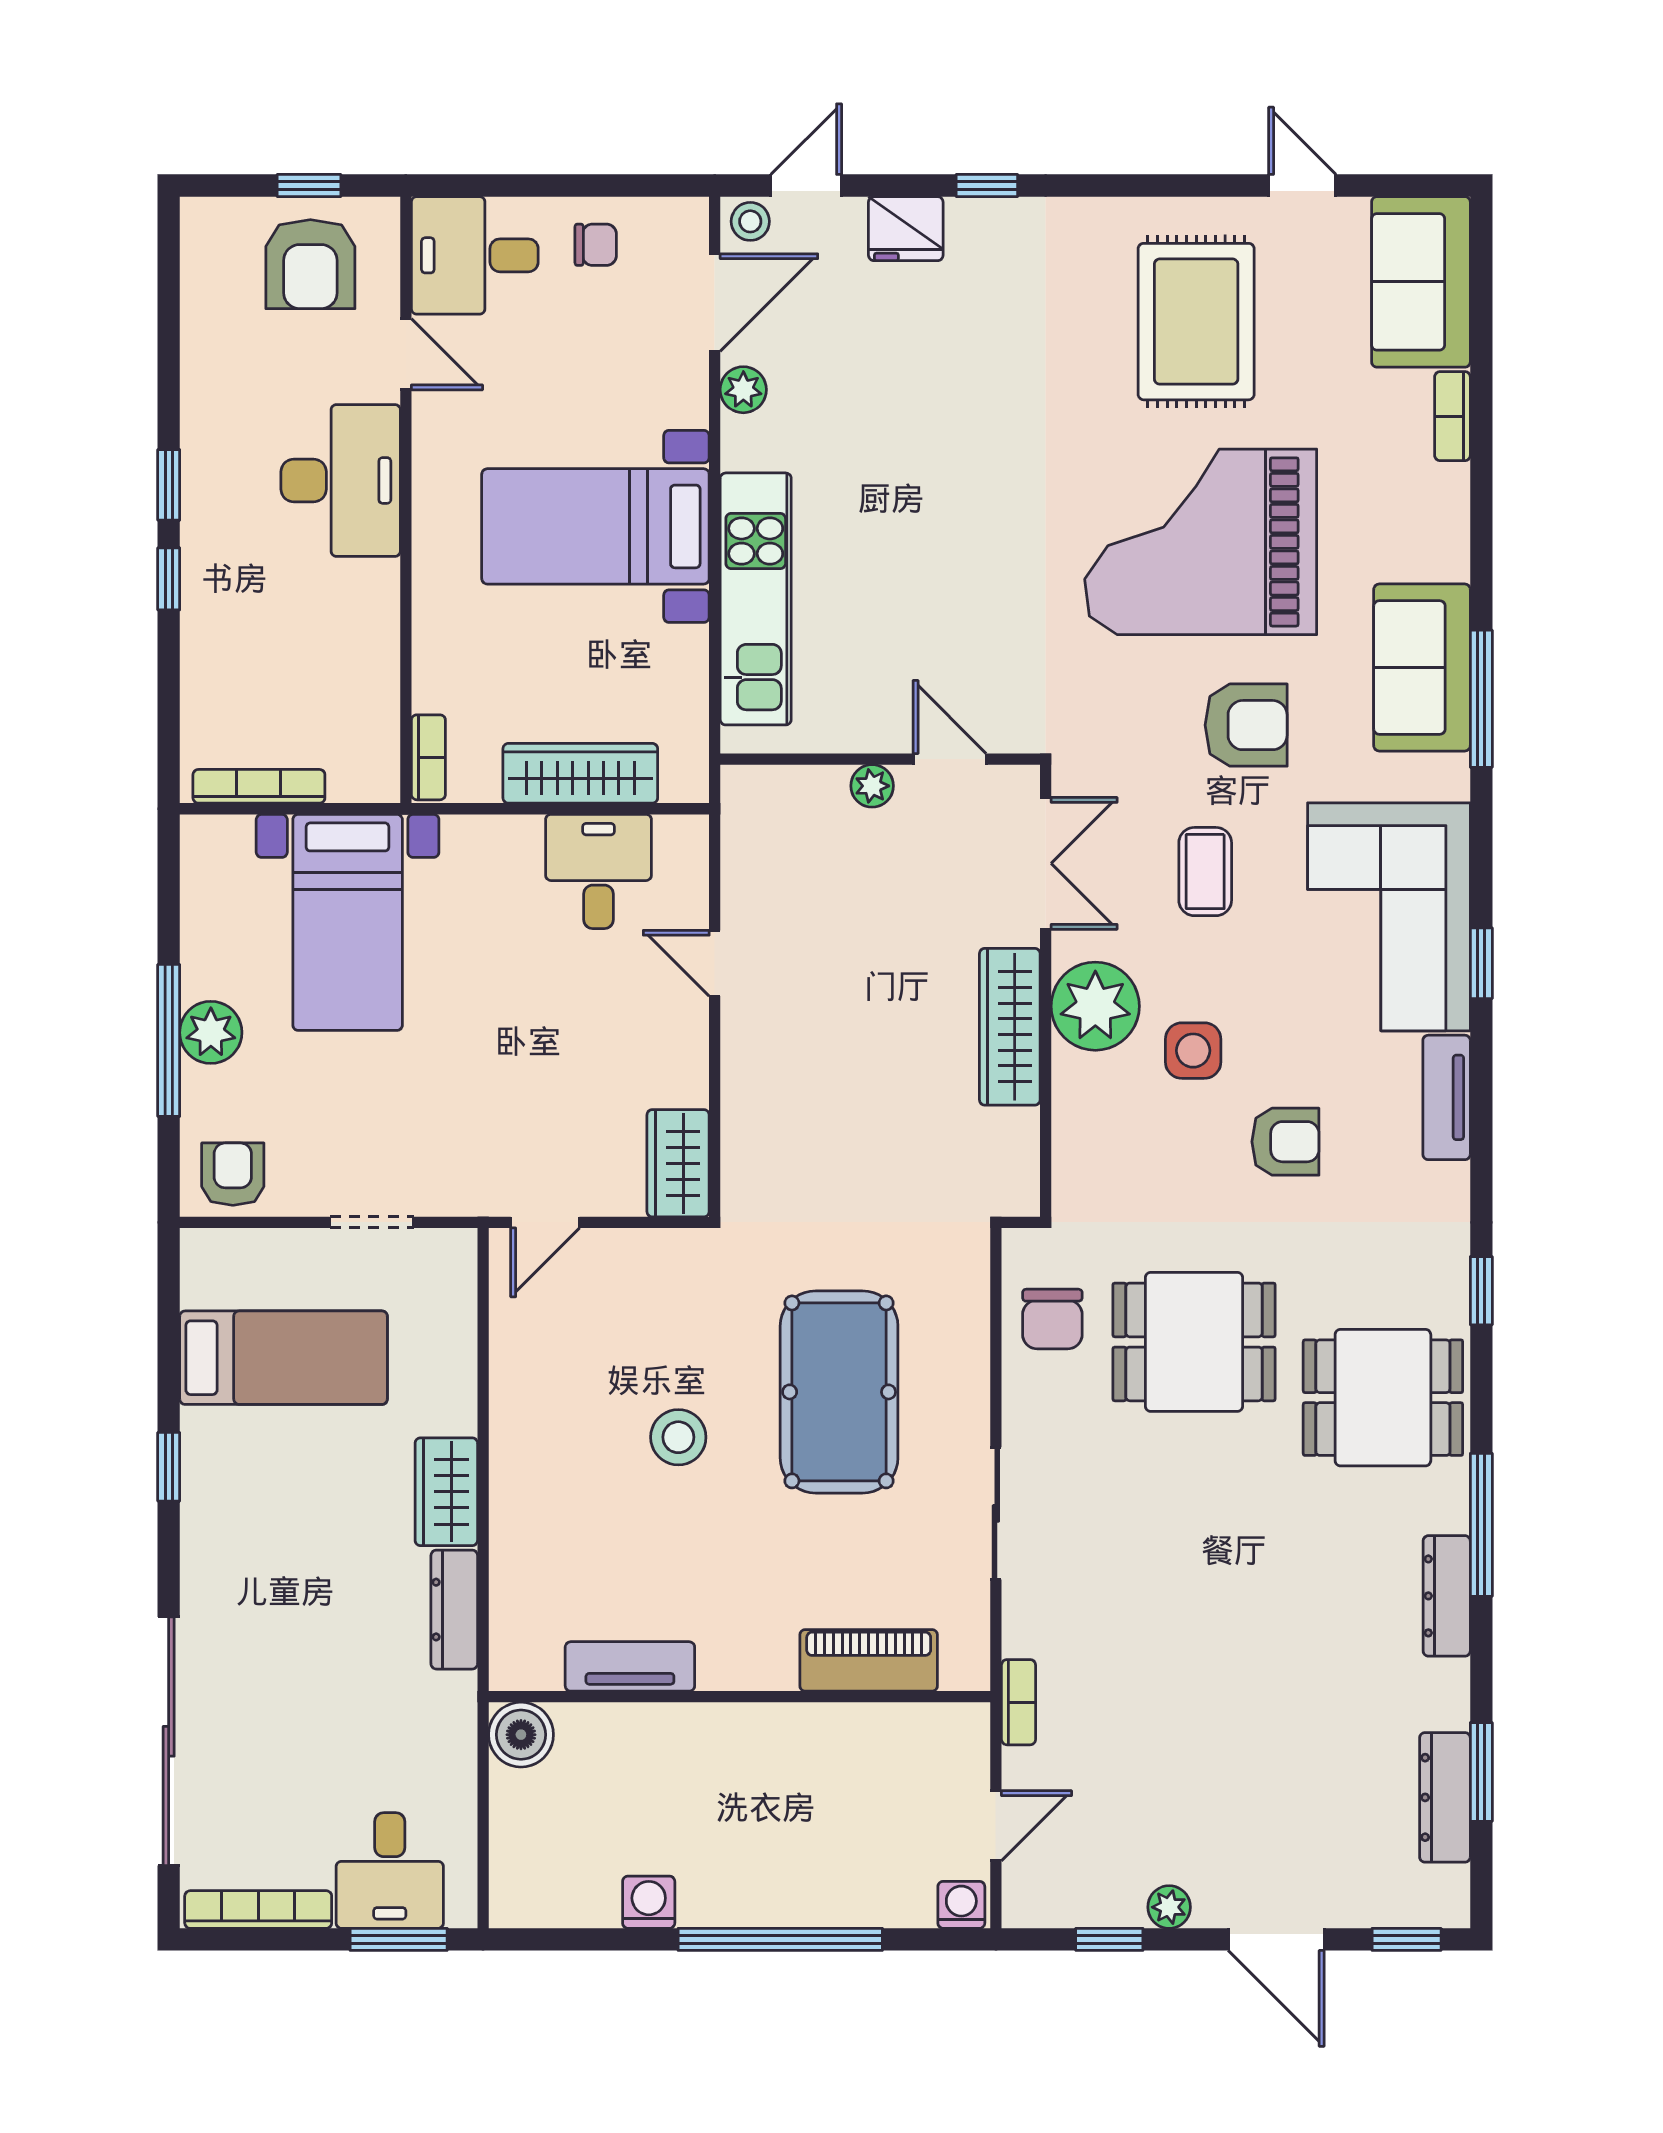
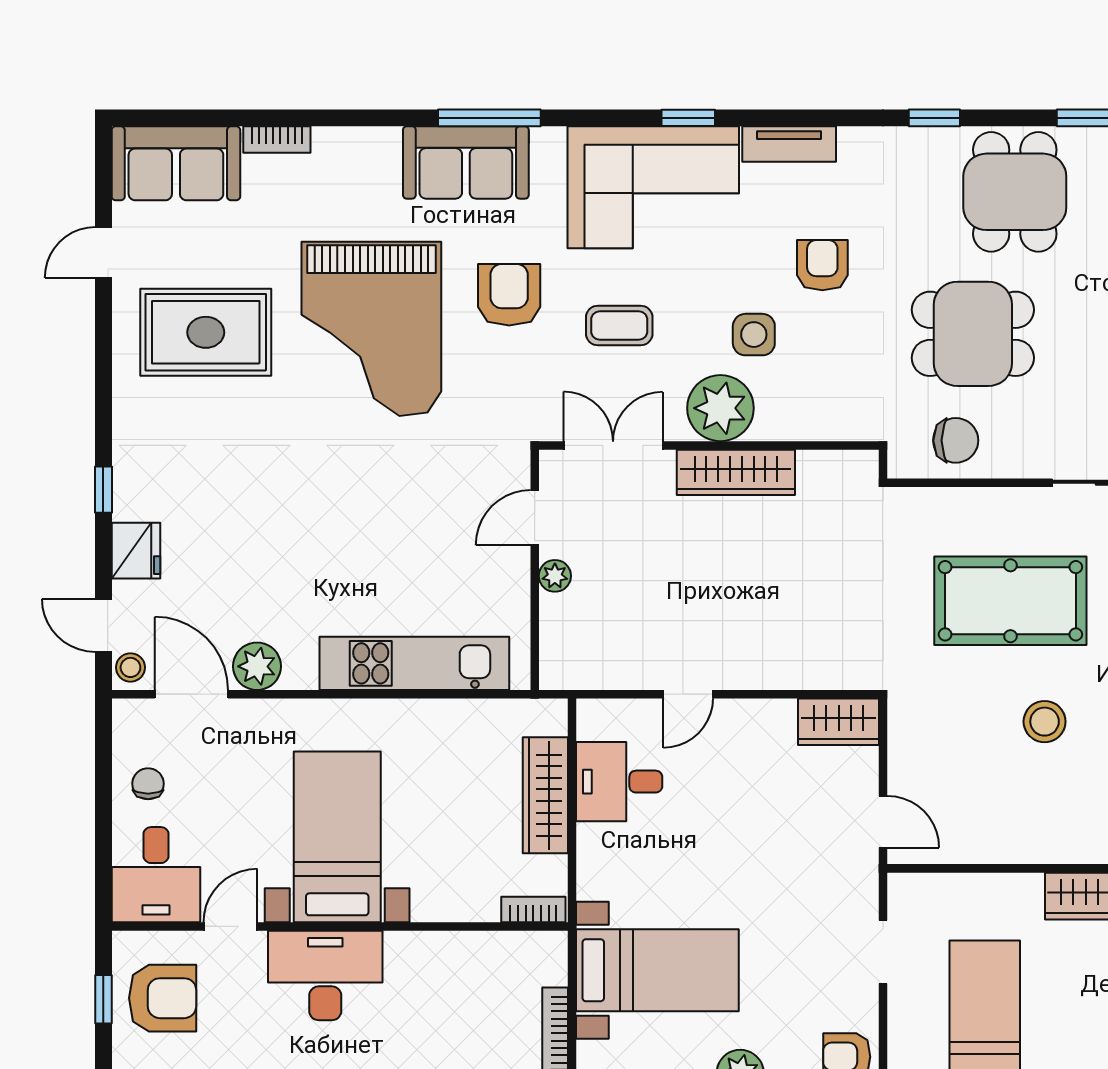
plant: (743, 390) -> (257, 666), width x1.38, depth x1.38
bed with nightstands: (595, 526) -> (337, 837), moved, turned 180
dining table: (1194, 1342) -> (973, 334), turned 90

